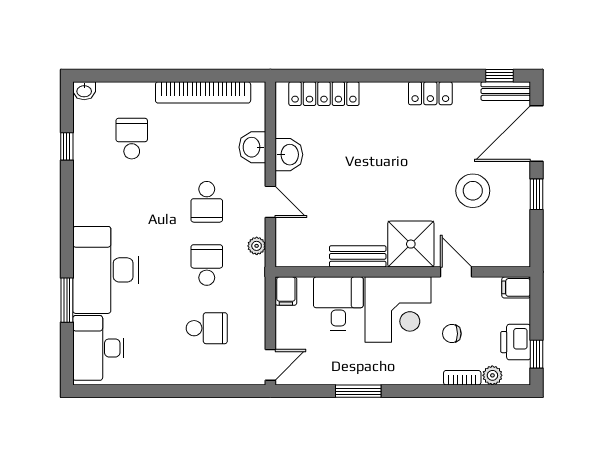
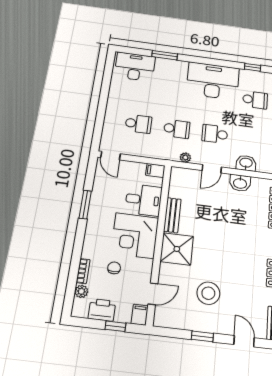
door: (536, 133) -> (244, 341), width x0.53
desk: (106, 270) -> (213, 81), moved
door: (456, 272) -> (153, 294), moved
school desk: (207, 328) -> (138, 124), turned -90
window: (536, 354) -> (115, 326), moved

